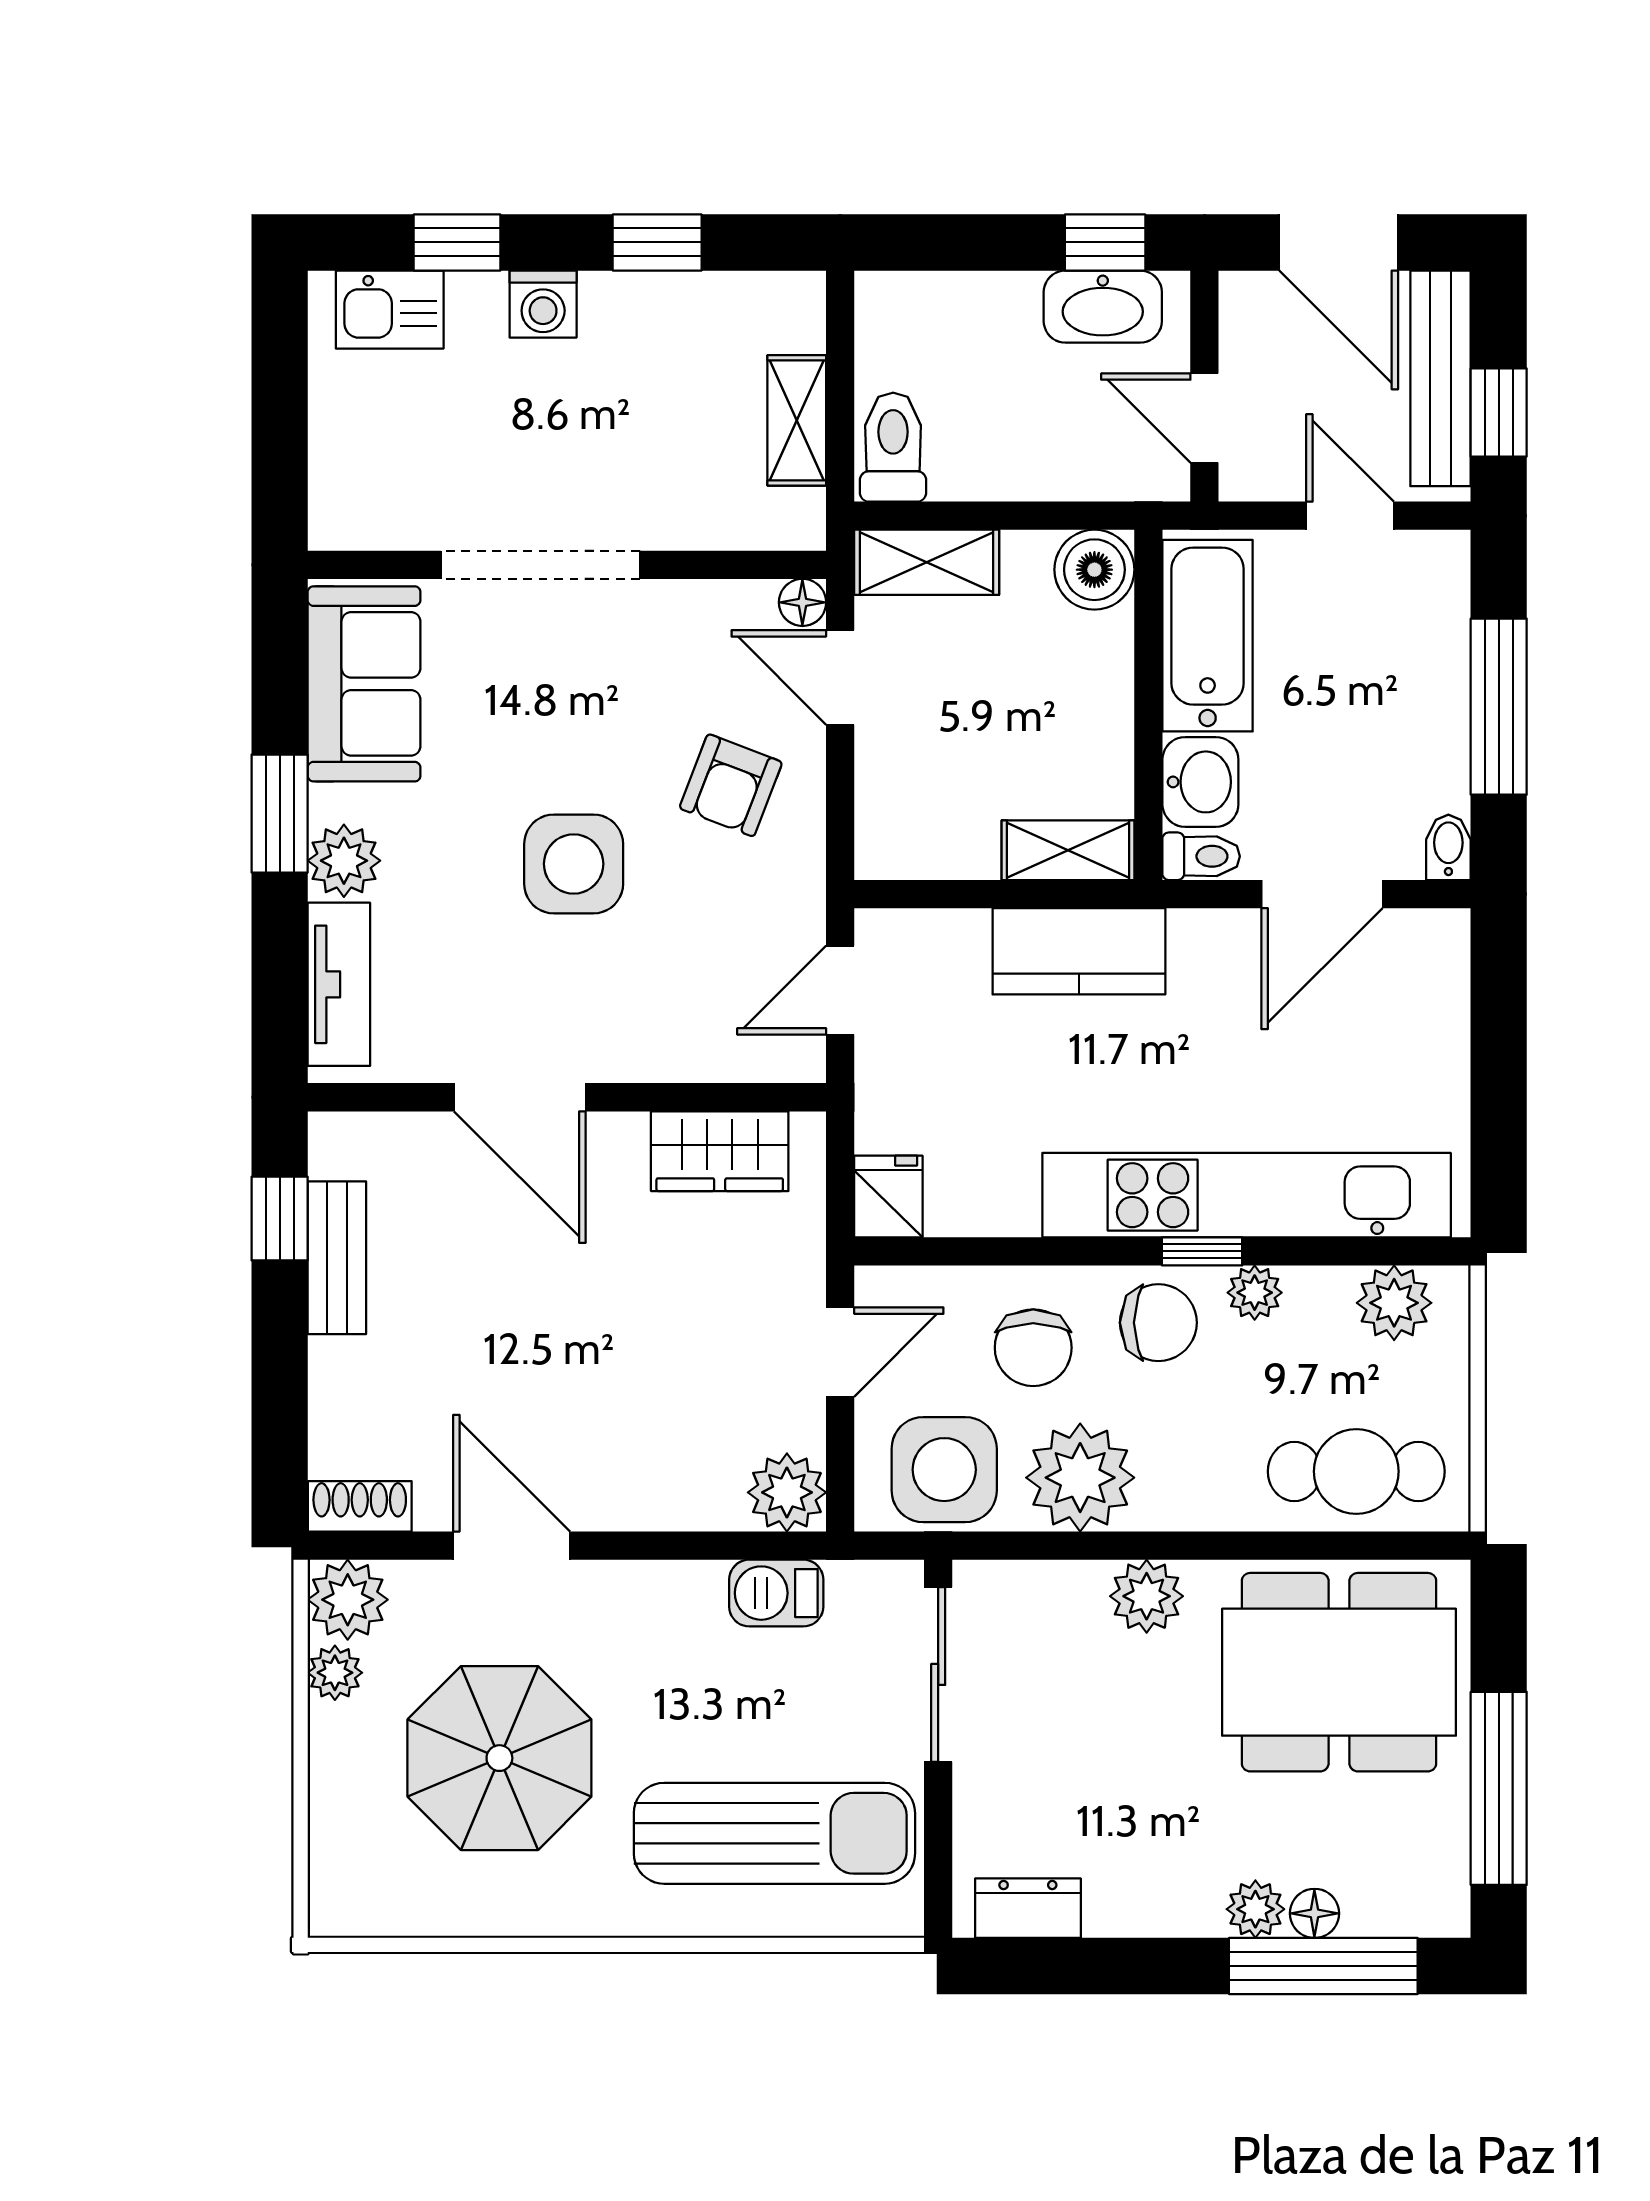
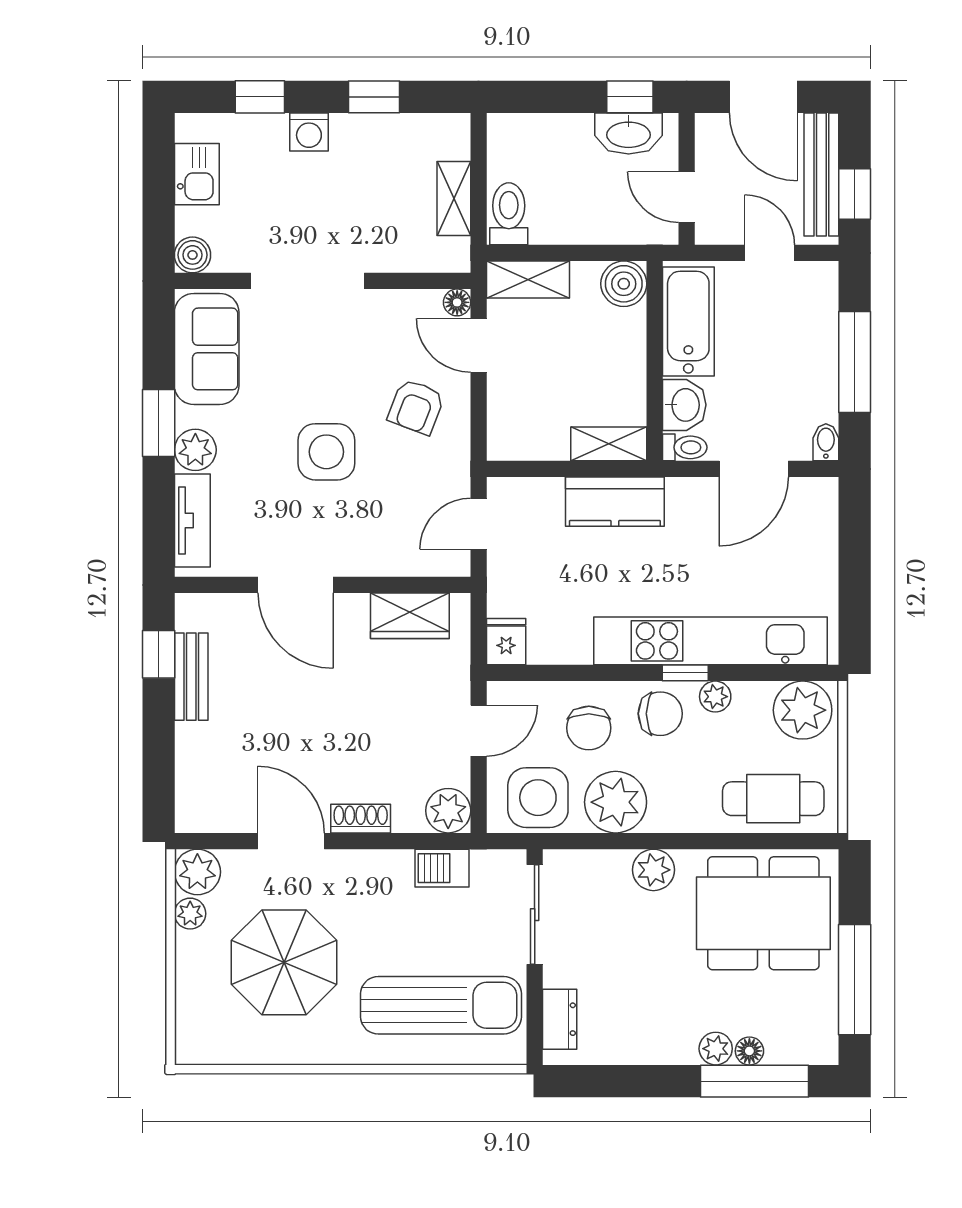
kitchen sink: (390, 310) -> (197, 174), moved, turned -90
boiler: (339, 519) -> (193, 255), added
plant: (1394, 1303) -> (803, 710), width x1.36, depth x1.36
shoe rack: (360, 1506) -> (361, 819), moved
dresser: (1028, 1908) -> (560, 1019), moved, turned 90

